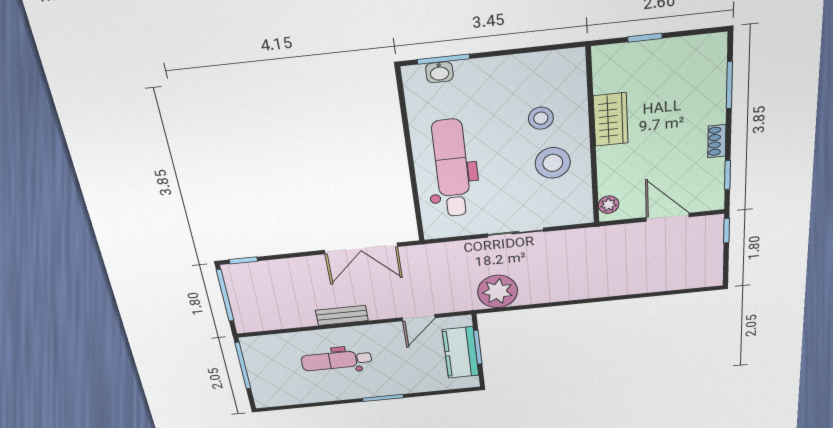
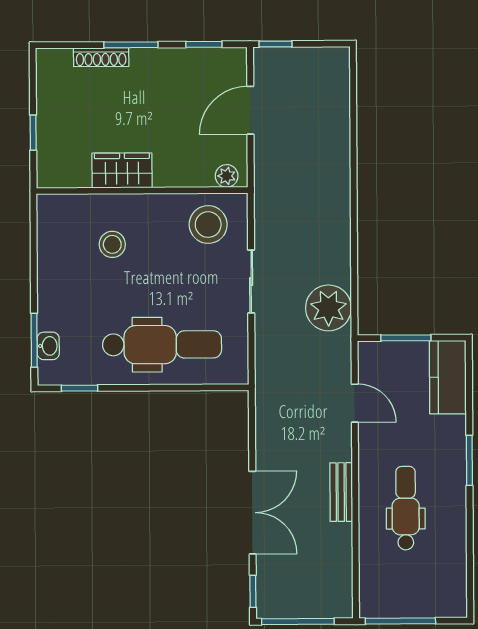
window: (729, 85) -> (131, 45), moved
window: (403, 104) -> (79, 388), added
shoe rack: (717, 141) -> (101, 57), moved, width x1.43
stool: (553, 163) -> (208, 225), moved
dental chair: (452, 169) -> (162, 345), turned 180
double door: (361, 248) -> (252, 513), moved
kitchen counter: (461, 352) -> (448, 377), moved, turned 90
dental chair: (337, 360) -> (406, 508), turned 180

